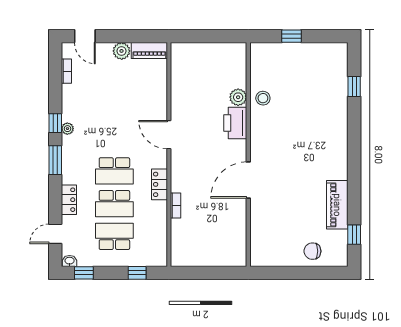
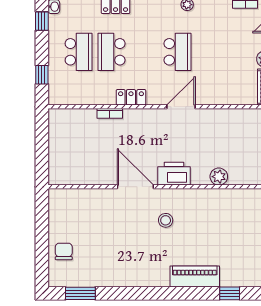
stool: (263, 98) -> (166, 220), moved
printer: (235, 123) -> (174, 174), moved
school desk: (114, 171) -> (178, 52), moved, turned 180
piano: (337, 205) -> (195, 276), moved
window: (354, 235) -> (80, 293), width x1.50

